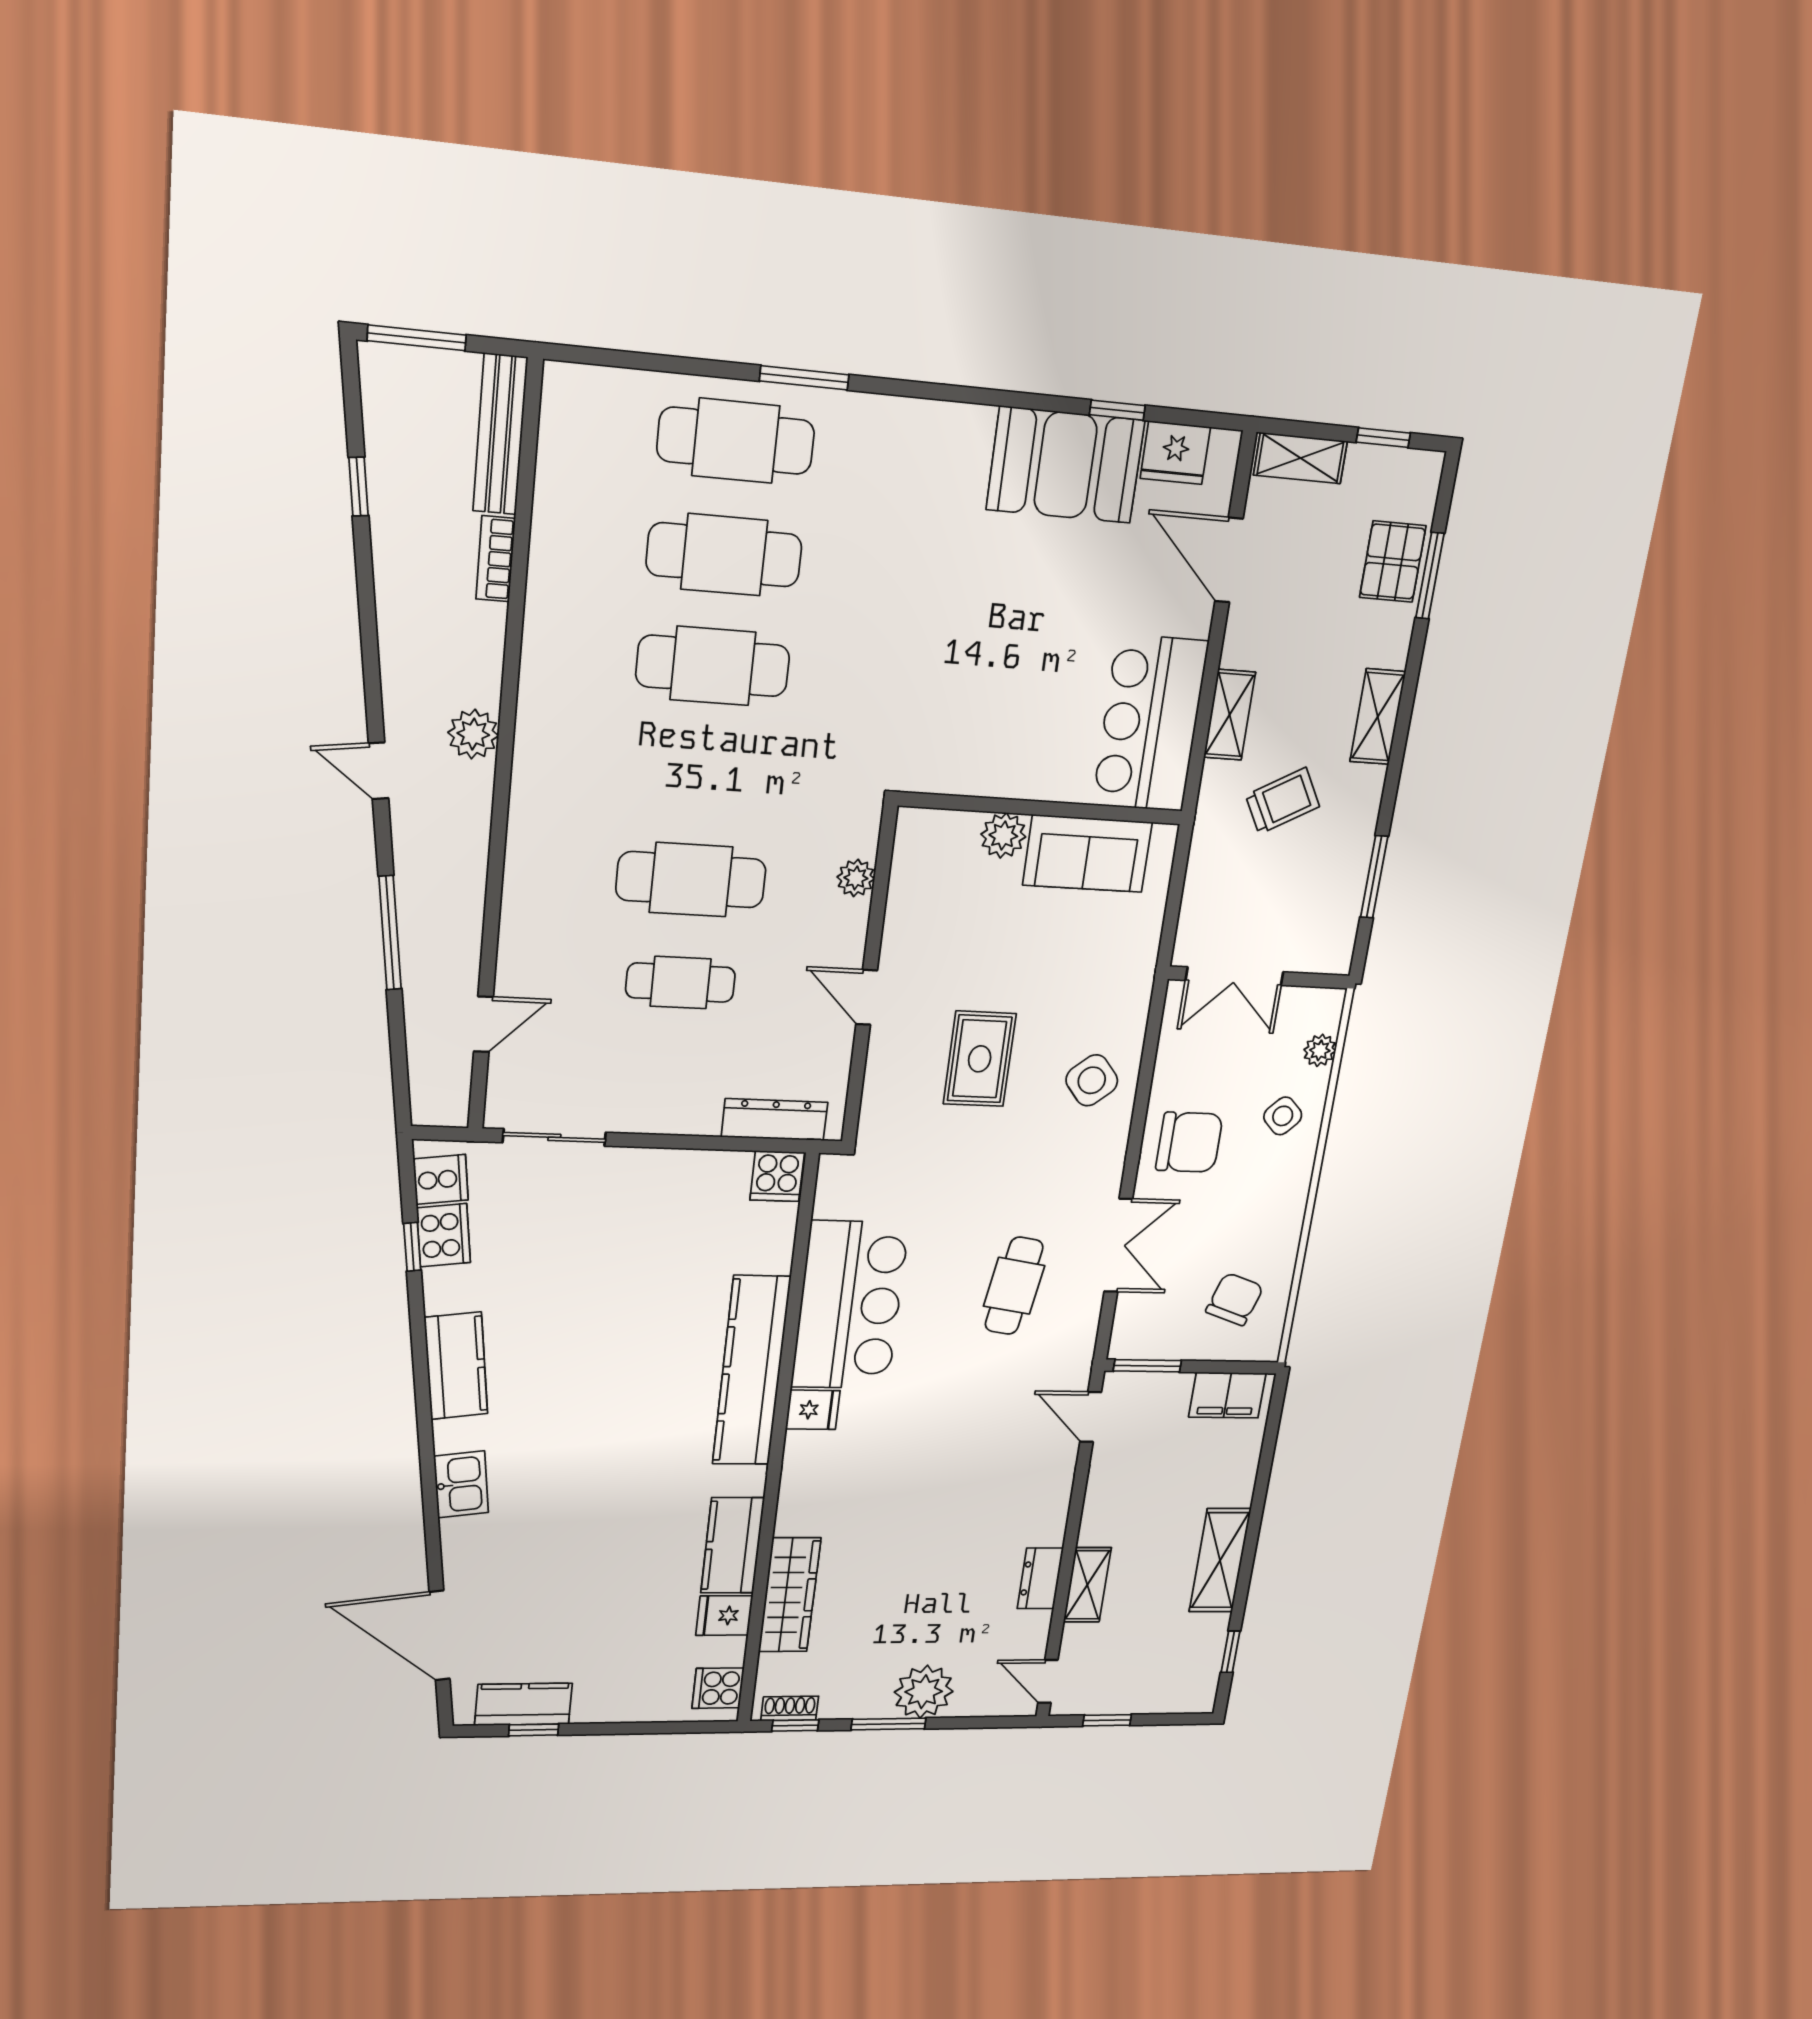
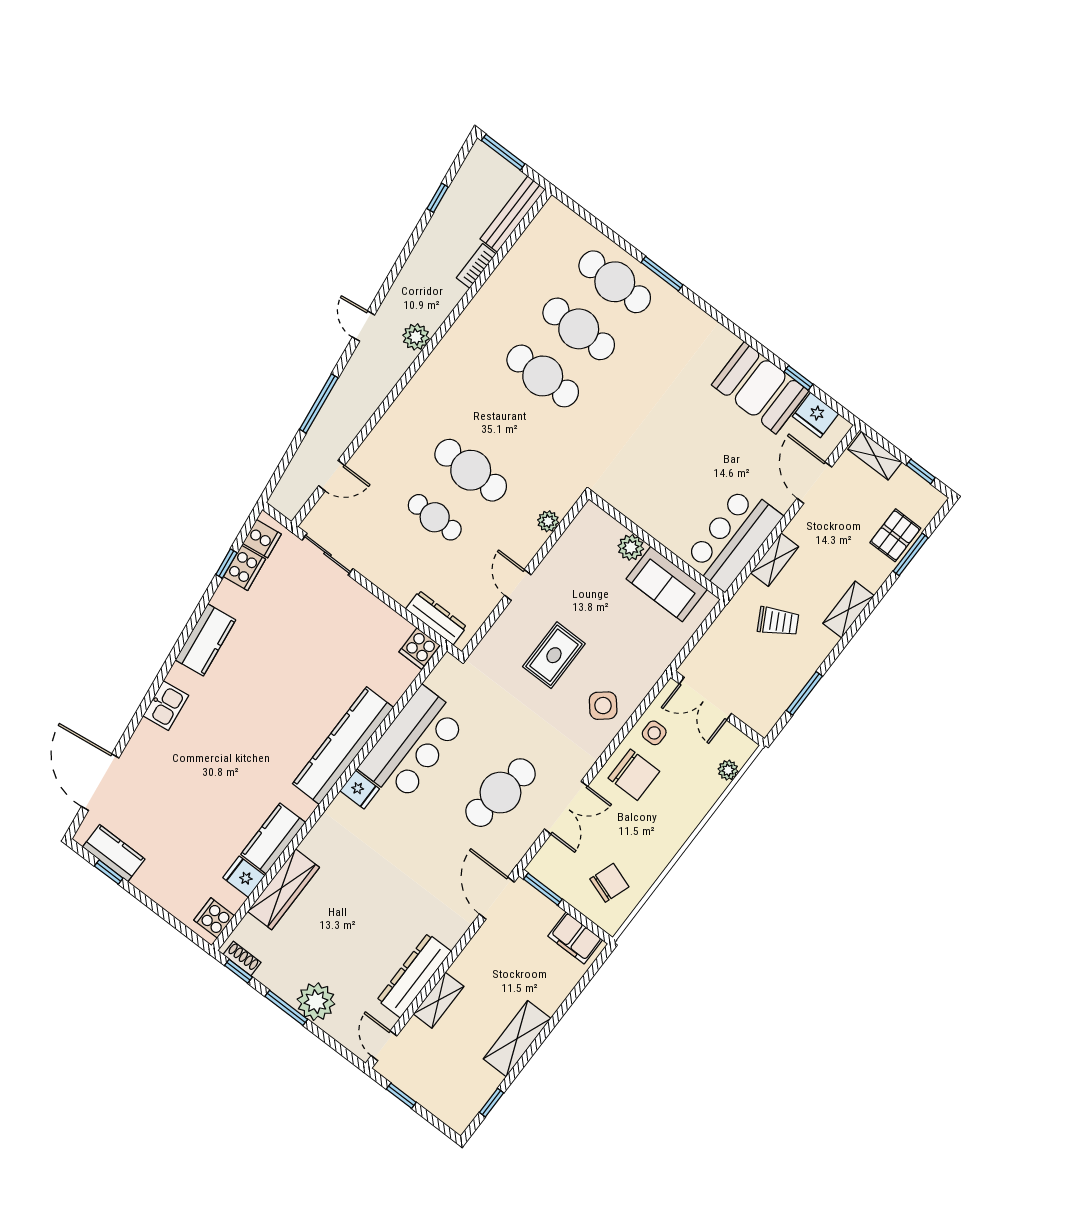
side table: (1283, 1116) -> (654, 733), moved, turned 45
cafe table: (1014, 1286) -> (500, 793), width x1.37, depth x1.35
door: (1091, 1417) -> (497, 898), width x1.38
dresser: (1040, 1578) -> (414, 976), width x1.96, depth x1.24

